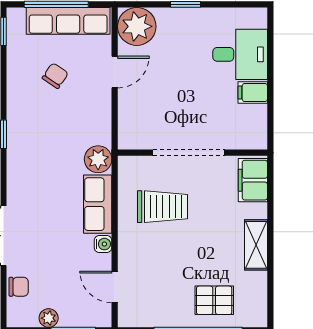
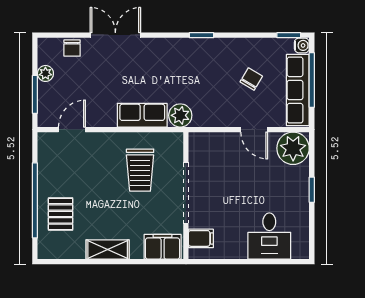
chair: (55, 76) -> (251, 79), turned -93
filing cabinet: (253, 93) -> (201, 238), moved, turned 90
water cooler: (103, 244) -> (302, 45), moved, turned -90

